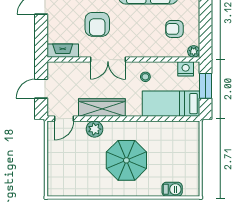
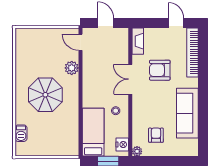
wardrobe: (102, 108) -> (90, 74), removed

